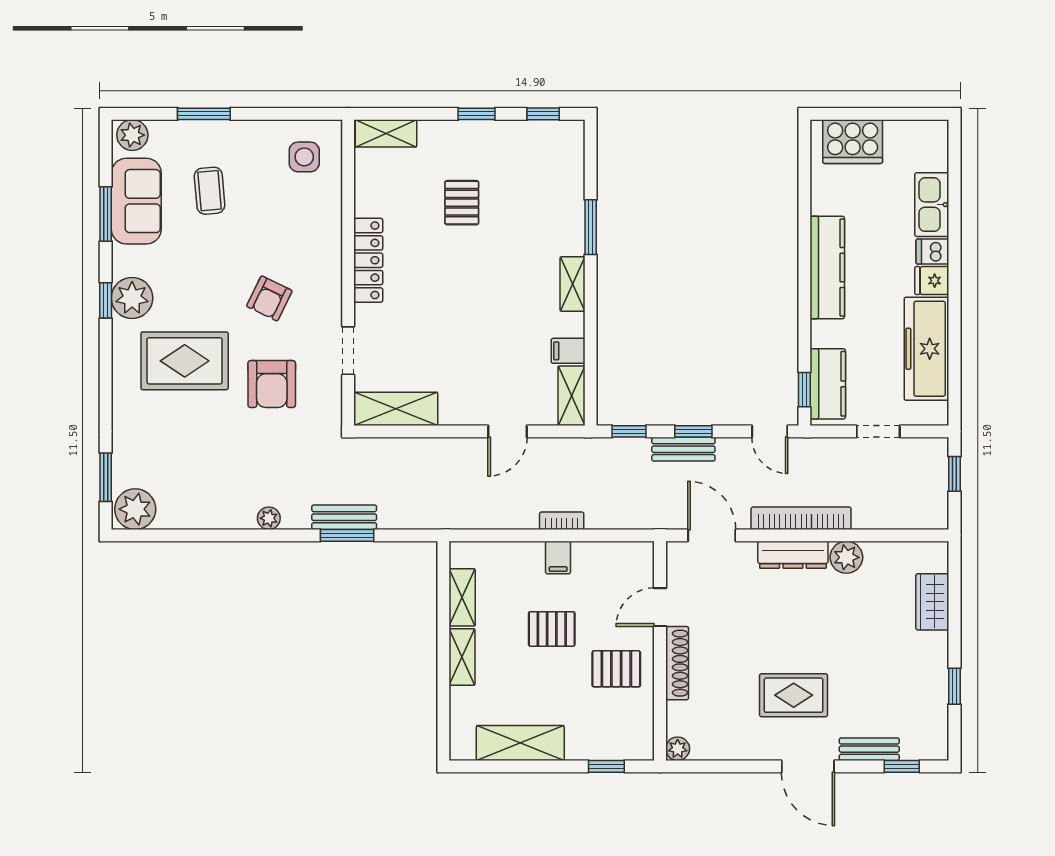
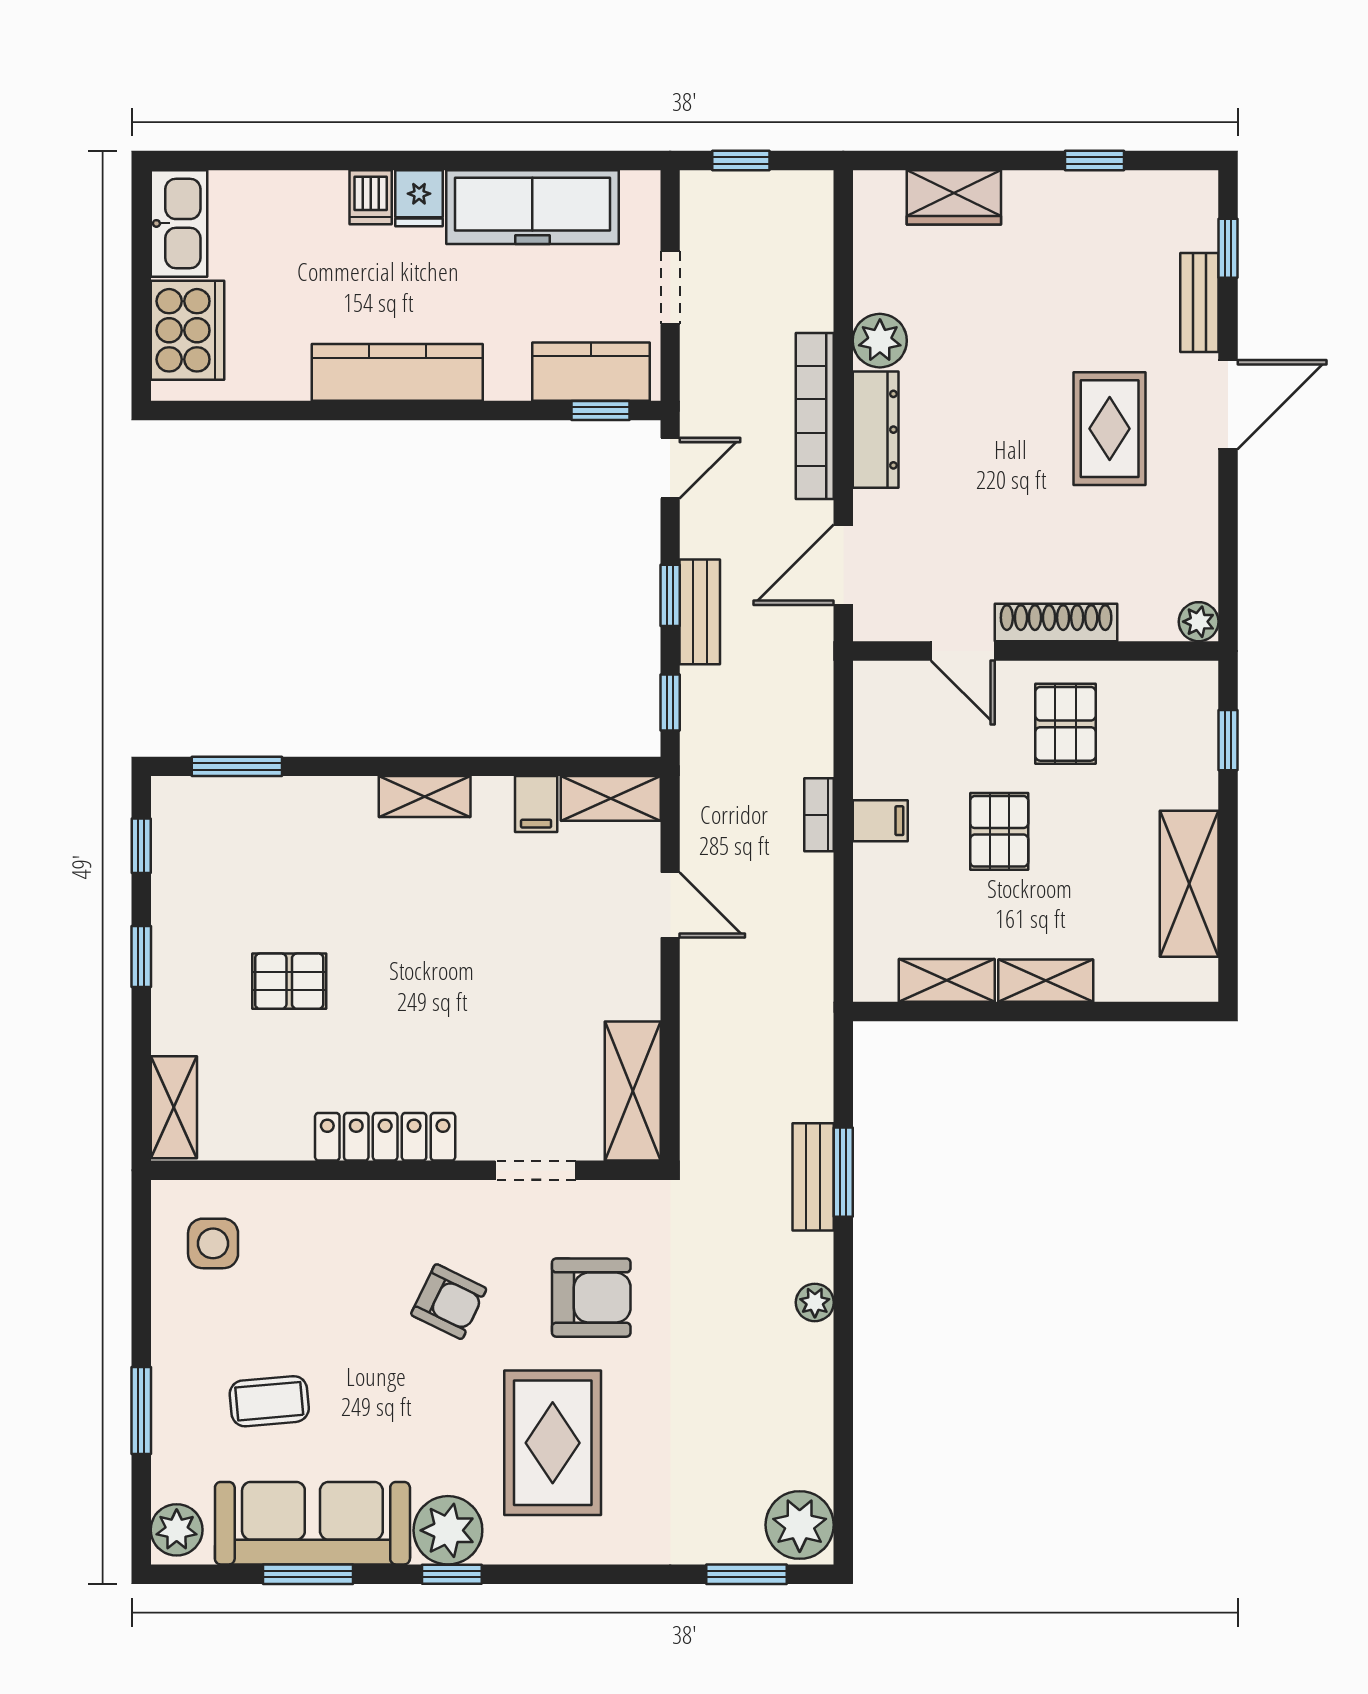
sofa: (136, 201) -> (312, 1523), width x1.36
kitchen sink: (932, 205) -> (179, 223), moved, turned -90
window: (591, 227) -> (237, 766), moved

